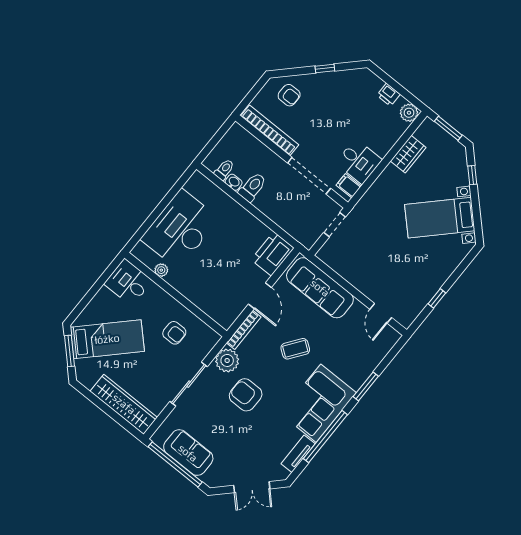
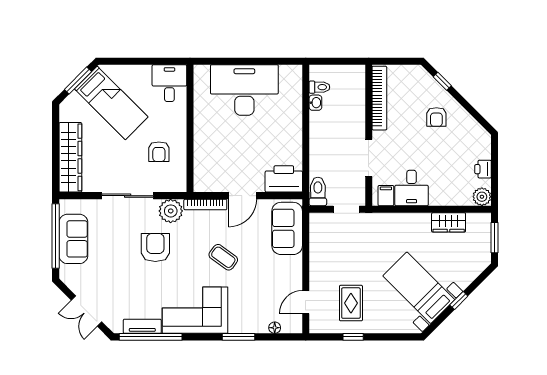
window: (325, 68) -> (442, 81), moved
armchair: (289, 95) -> (436, 117), moved
window: (472, 175) -> (459, 300), moved
doorway: (309, 176) -> (369, 158), width x0.73
toilet: (252, 187) -> (318, 191), moved, turned -90
plant: (161, 270) -> (200, 101), removed
rug: (410, 279) -> (351, 303), added
sofa: (320, 288) -> (287, 228), width x0.73
floor lamp: (381, 353) -> (275, 328), added
window: (325, 437) -> (151, 337), moved

